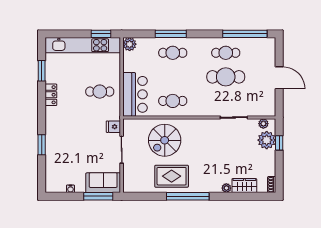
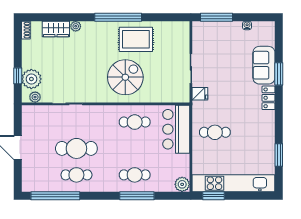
locker: (51, 95) -> (269, 98), moved
spiral stairs: (165, 140) -> (125, 77), moved
sofa: (103, 183) -> (264, 65), moved, turned 90

